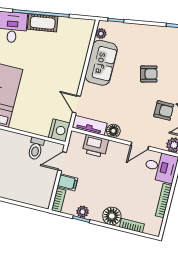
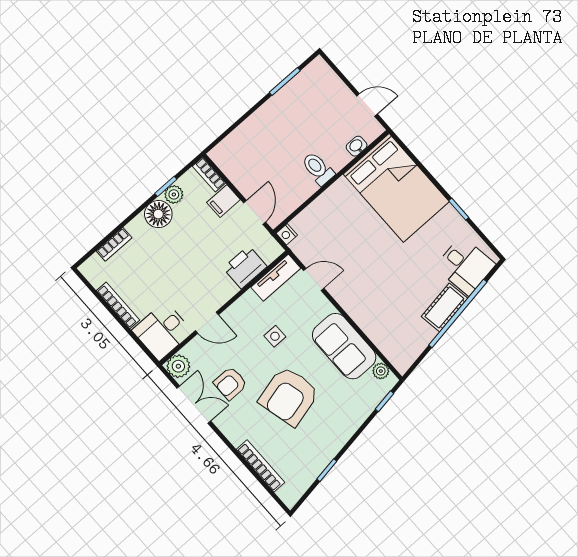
armchair: (149, 74) -> (289, 396), width x1.88, depth x1.88
side table: (122, 104) -> (275, 336), added
nightstand: (59, 130) -> (287, 234), width x0.53, depth x0.56
floor lamp: (113, 131) -> (248, 303), removed
door: (140, 146) -> (207, 323), swing flipped
toilet: (36, 149) -> (318, 169), moved
floor lamp: (112, 216) -> (158, 214), moved

